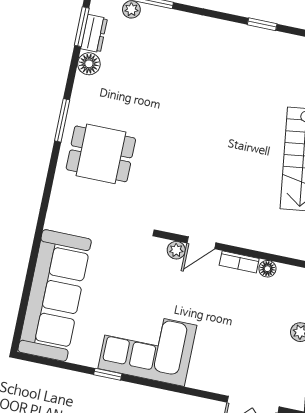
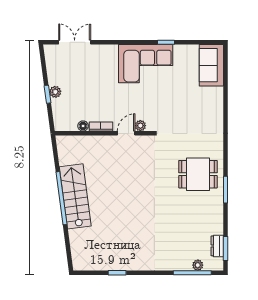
floor lamp: (89, 64) -> (217, 227), removed
sofa: (55, 295) -> (211, 65), width x0.54, depth x0.79

